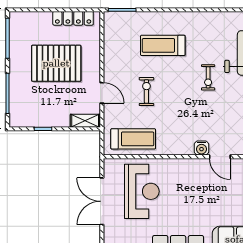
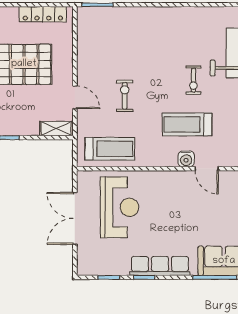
treadmill: (163, 45) -> (187, 124), moved

